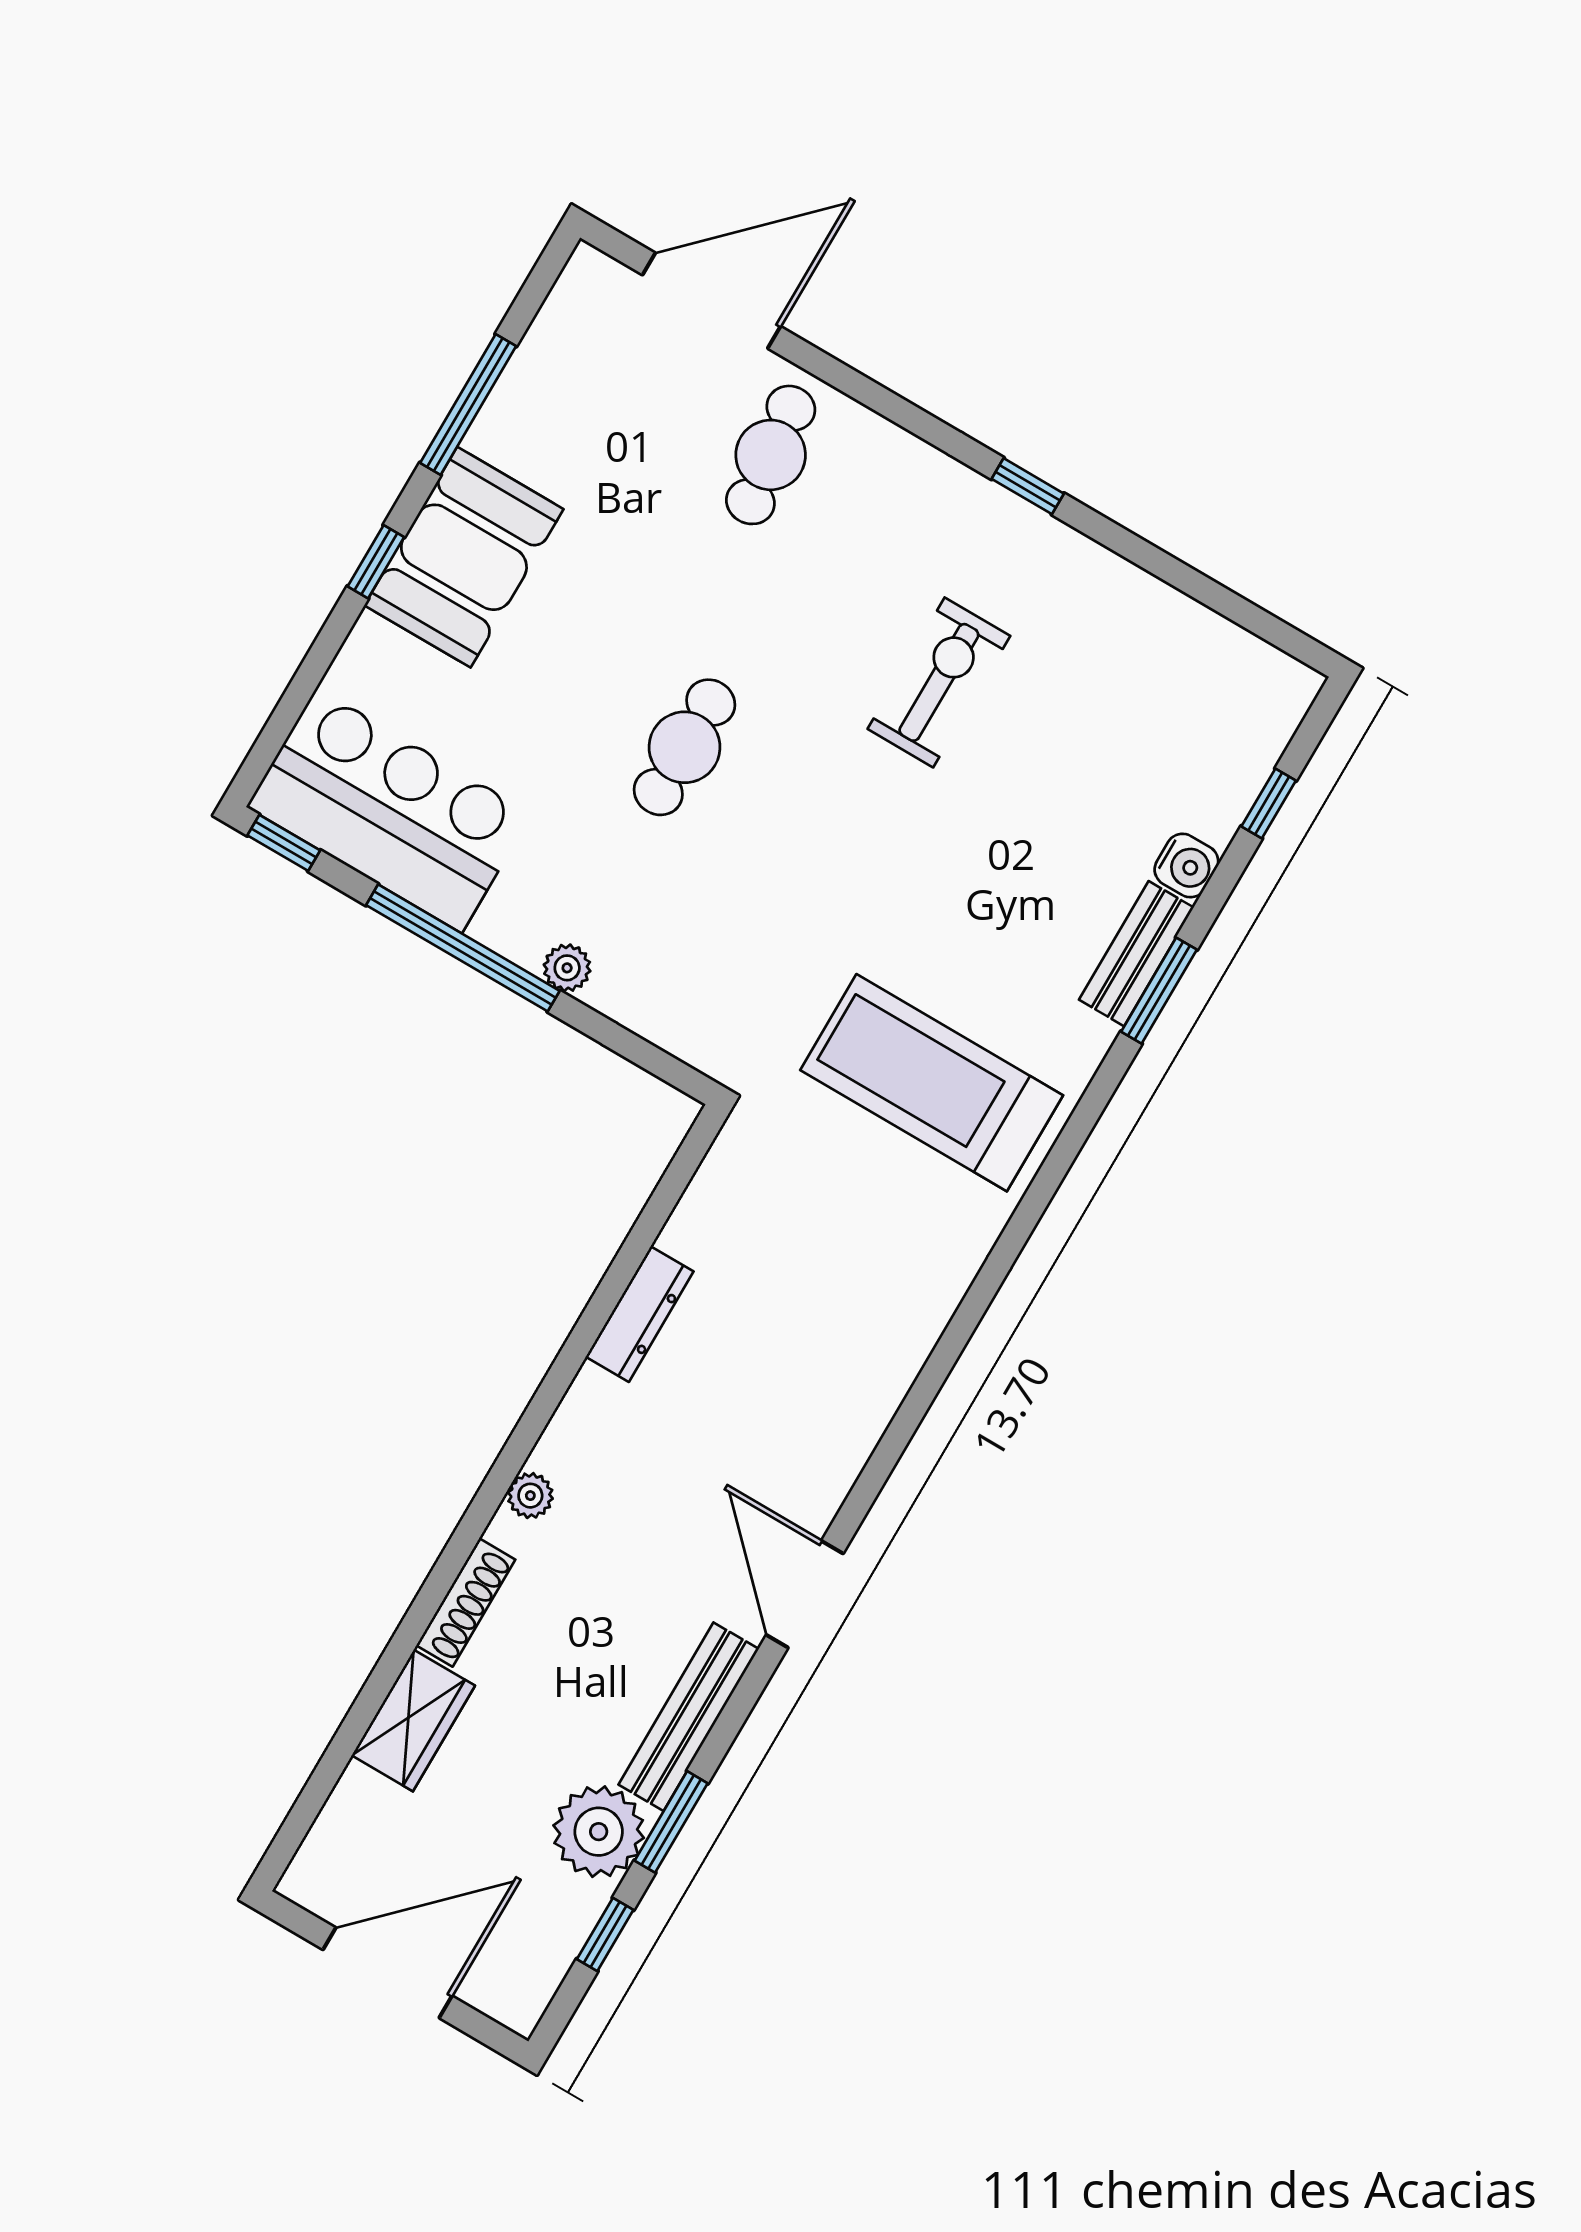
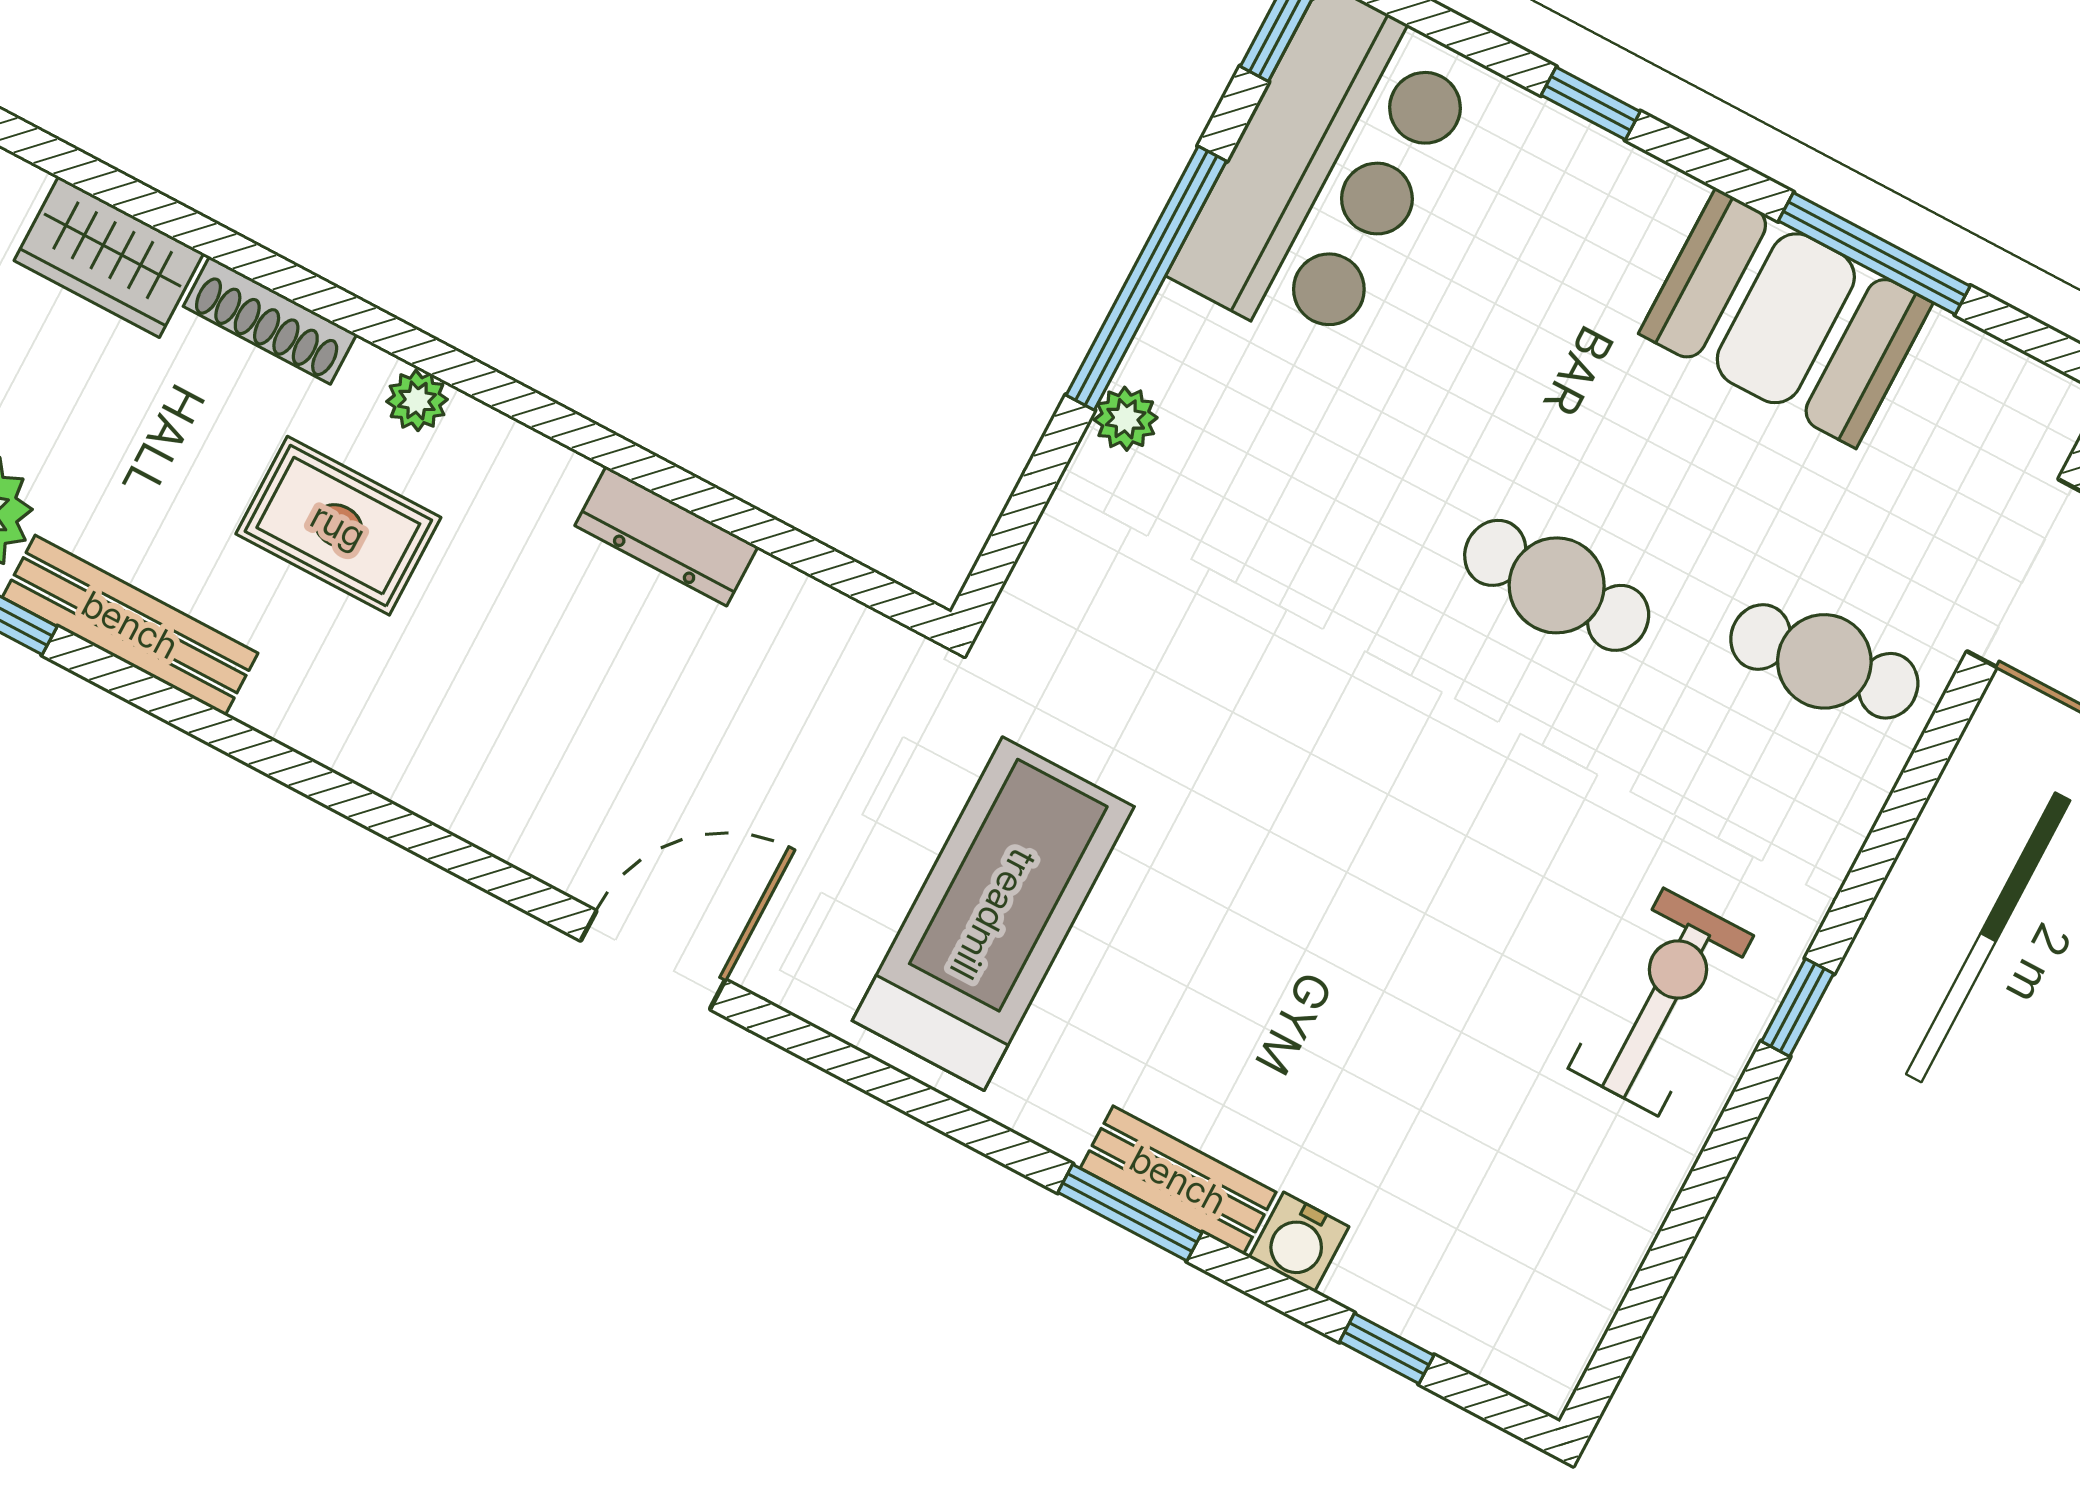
booth: (464, 557) -> (1786, 318), moved
window: (376, 562) -> (1591, 103), moved
exercise bike: (939, 682) -> (1661, 1002), moved, turned -90
cafe table: (685, 747) -> (1557, 585), moved
rug: (621, 1558) -> (338, 526), added
door: (805, 1594) -> (653, 960), moved

